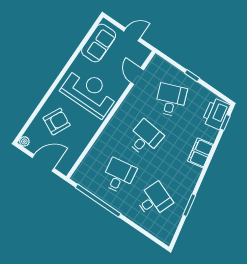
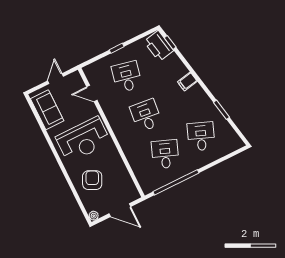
reception desk: (90, 92) -> (83, 140), turned 180
desk: (171, 100) -> (127, 77), turned 33
filing cabinet: (200, 153) -> (187, 81), width x0.50
door: (43, 163) -> (120, 210), swing flipped
desk: (119, 176) -> (165, 154), turned 30

